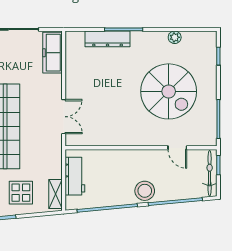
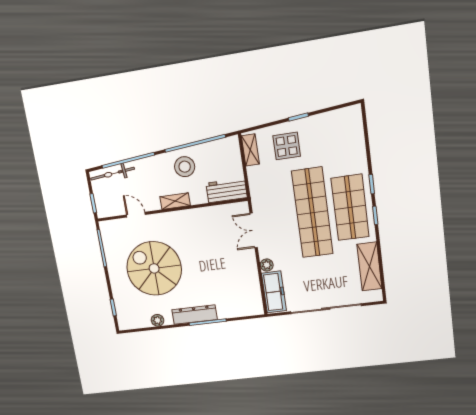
dresser: (108, 39) -> (195, 315), moved
plant: (56, 81) -> (267, 265), added
shelving: (136, 156) -> (175, 201), added
bicycle: (210, 173) -> (112, 174), moved, turned 85
workbench: (75, 176) -> (226, 190), moved, turned 90
stool: (145, 191) -> (185, 167), moved

